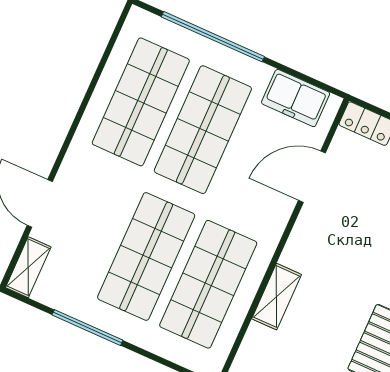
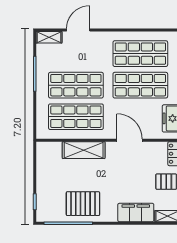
door: (312, 177) -> (130, 140), moved
shelving: (277, 297) -> (84, 150), width x1.50, depth x1.33

